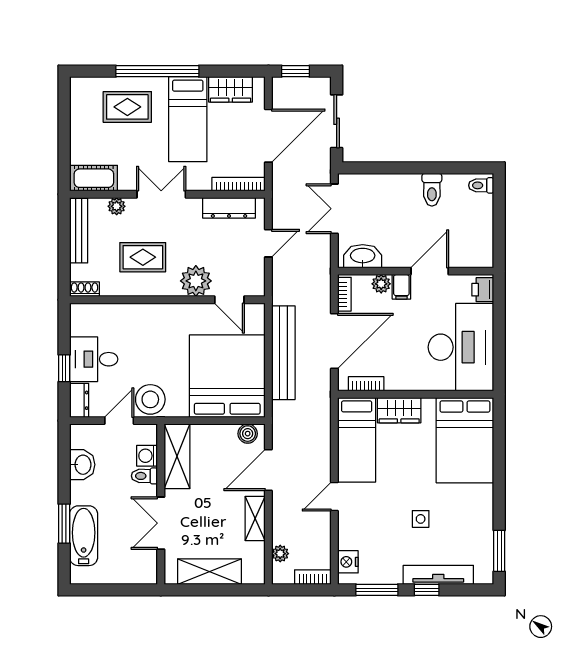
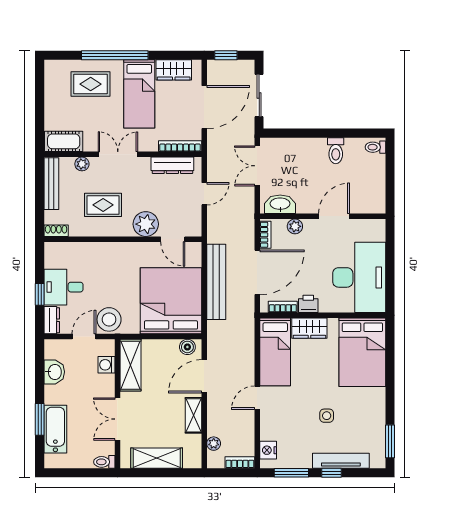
filing cabinet: (401, 287) -> (311, 229), removed
printer: (483, 290) -> (308, 304), moved, turned 90
toilet: (144, 476) -> (104, 462), moved

